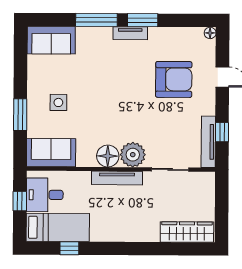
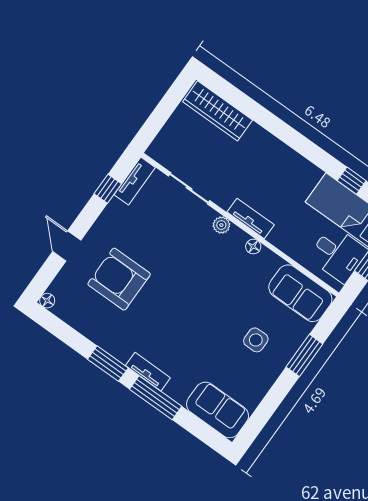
tv unit: (130, 33) -> (148, 372), moved
tv unit: (208, 142) -> (135, 181), width x0.71
plant: (133, 155) -> (221, 225), width x0.53, depth x0.53
floor lamp: (108, 156) -> (253, 247), width x0.53, depth x0.53
tv unit: (117, 178) -> (251, 218), width x0.71

